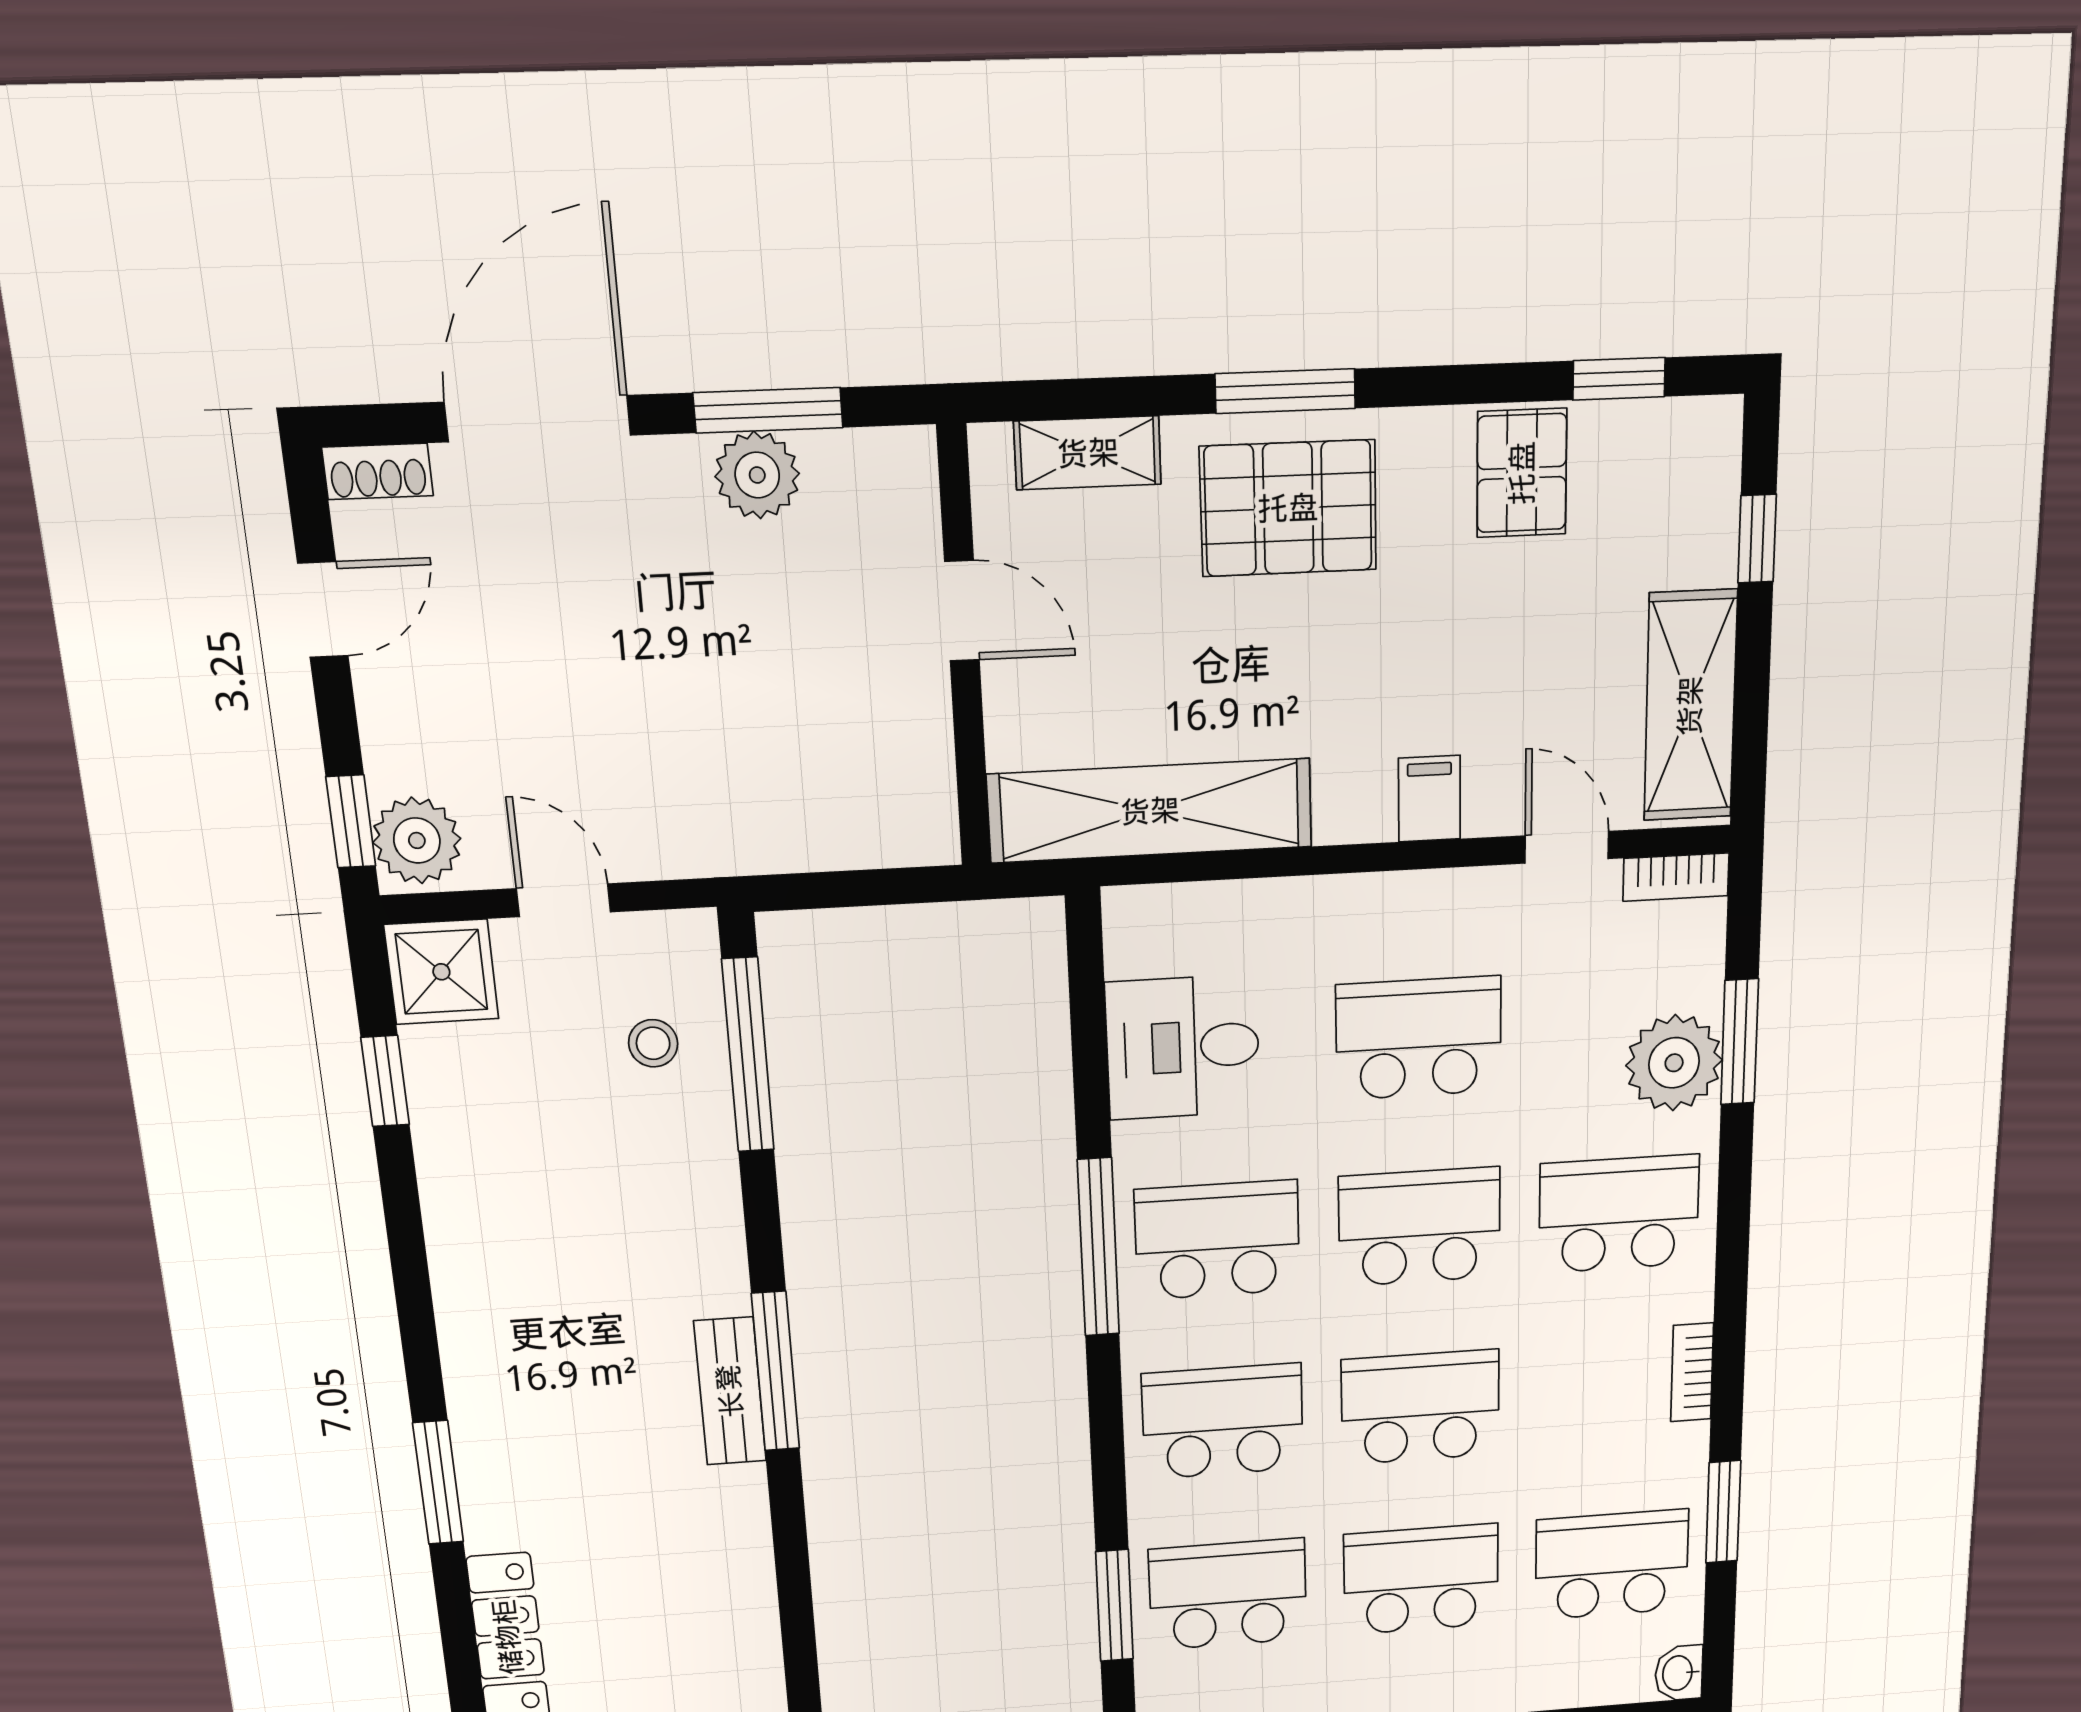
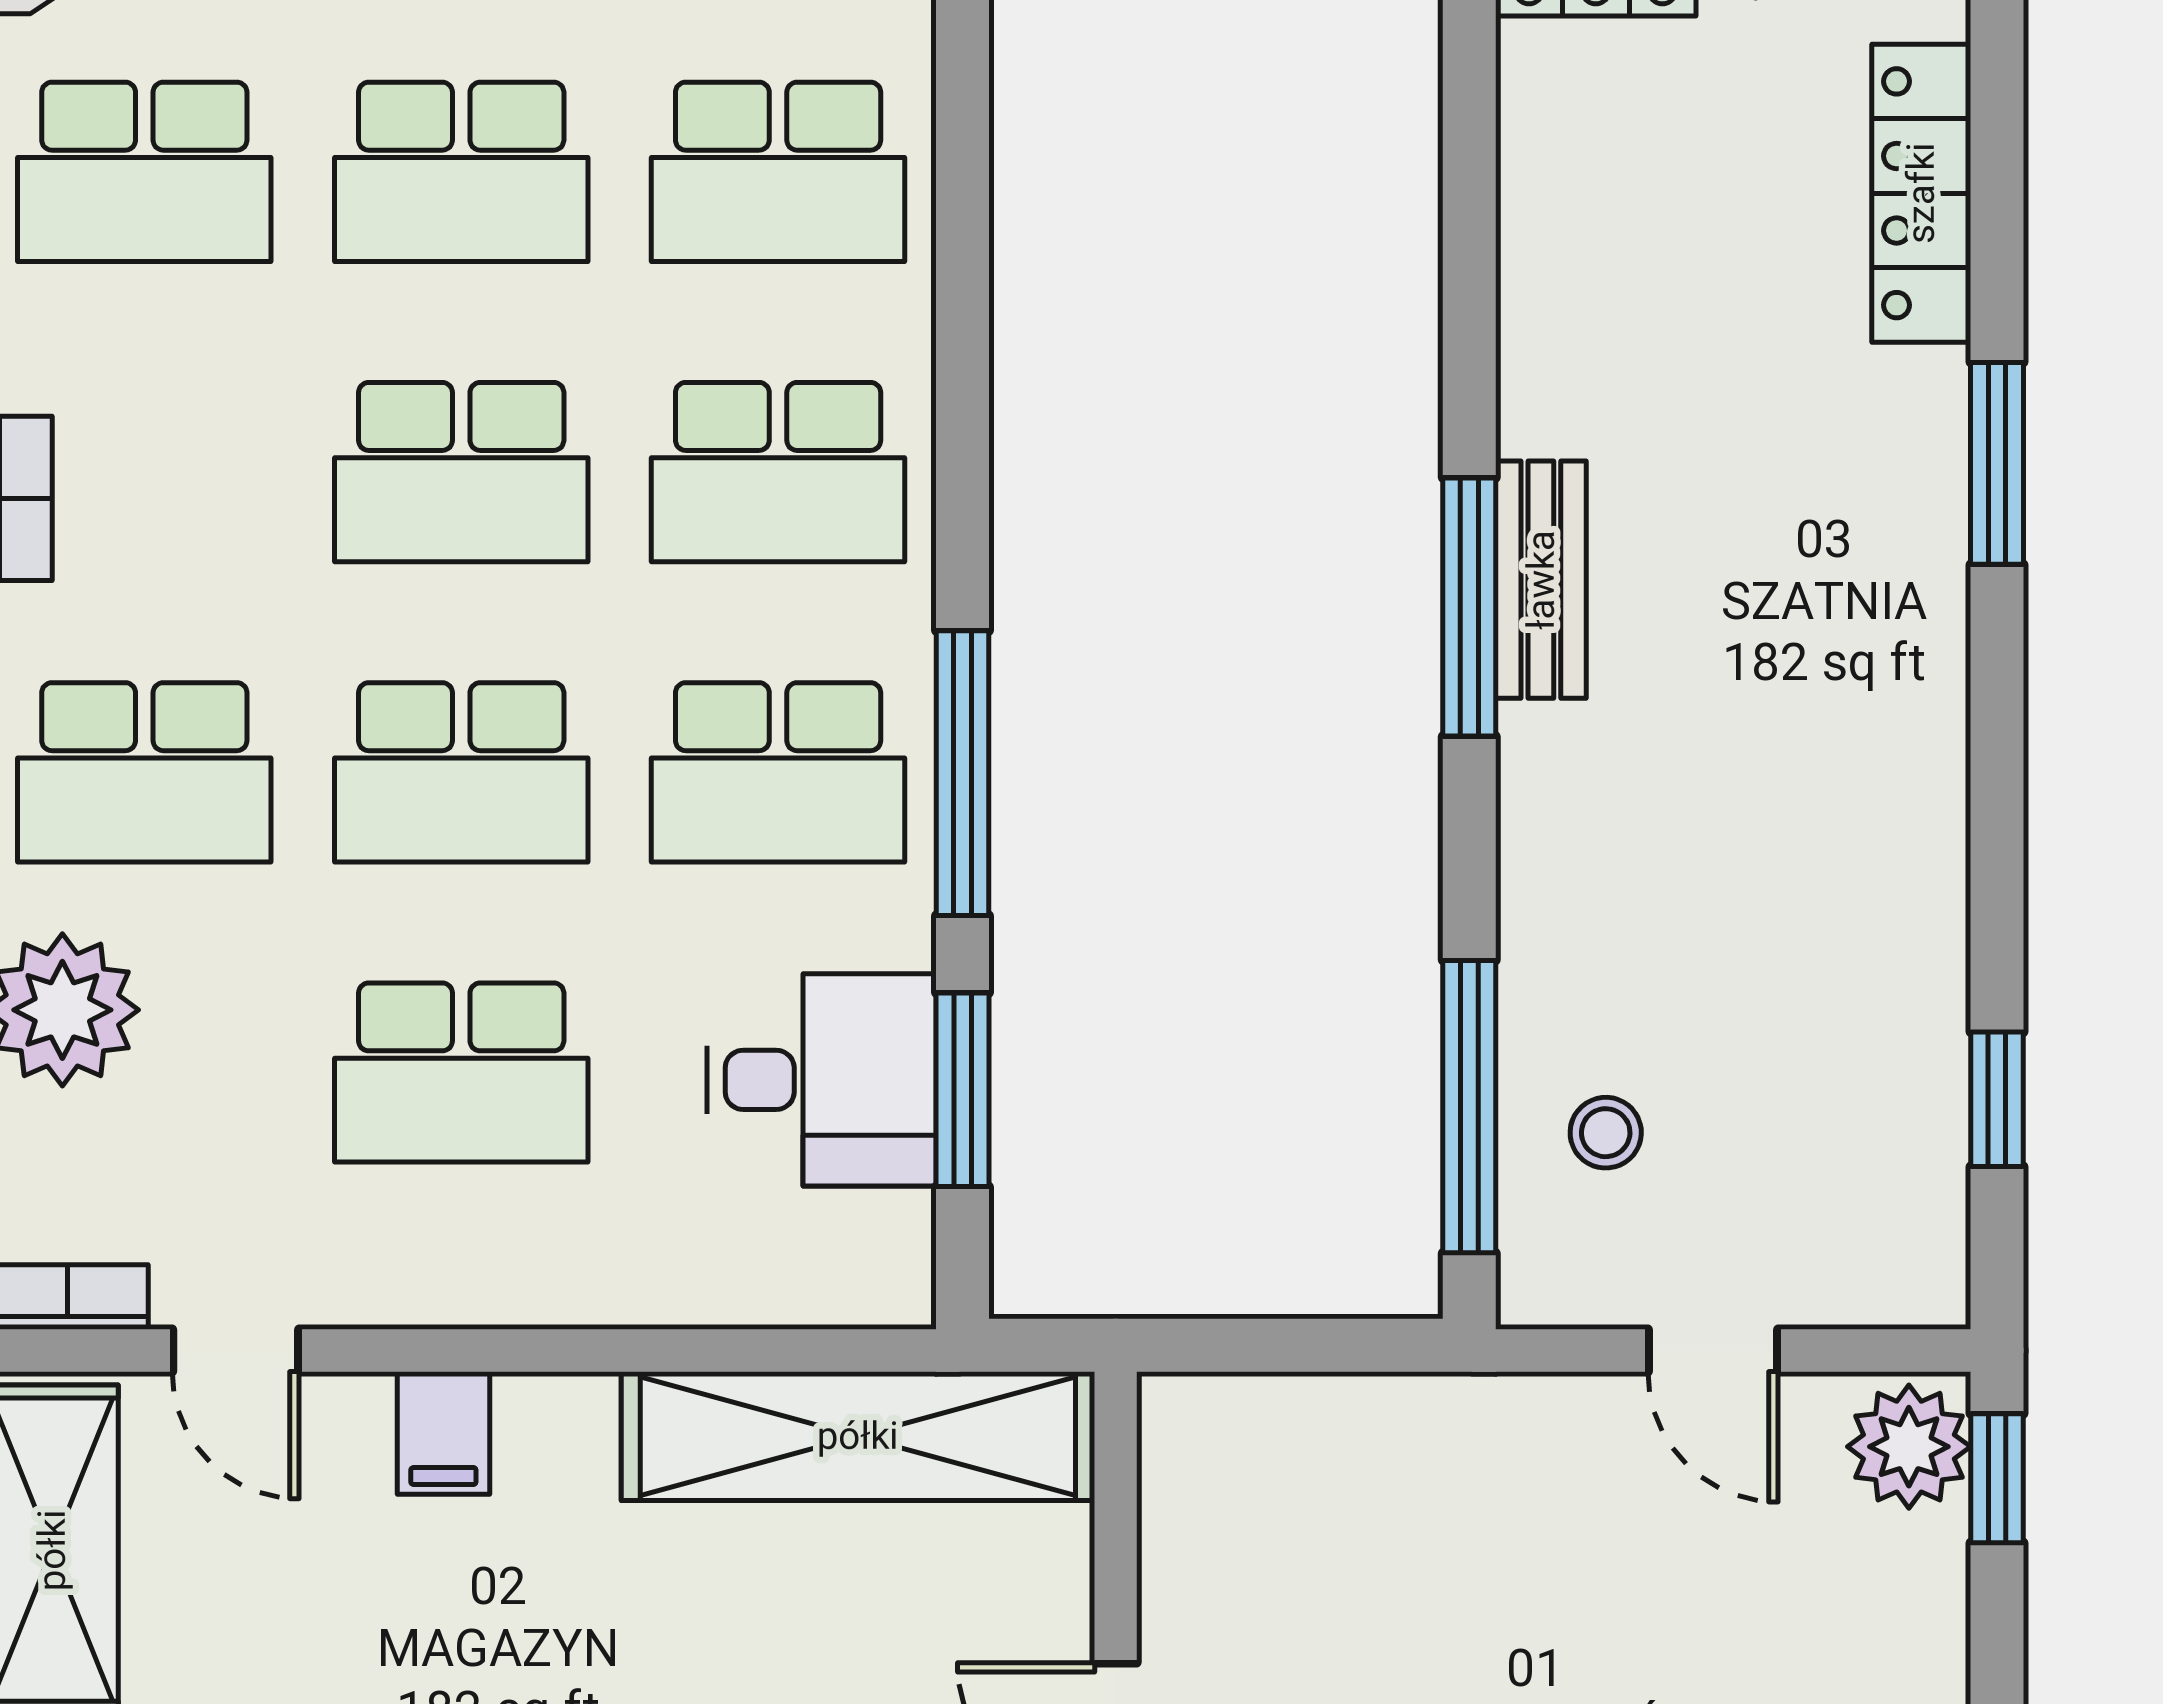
shower: (441, 972) -> (1897, 1256), removed
window: (1114, 1606) -> (963, 1090), moved

